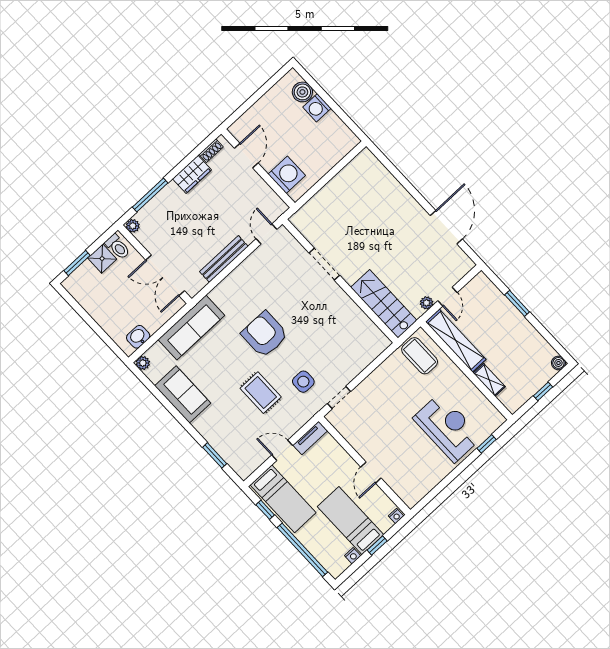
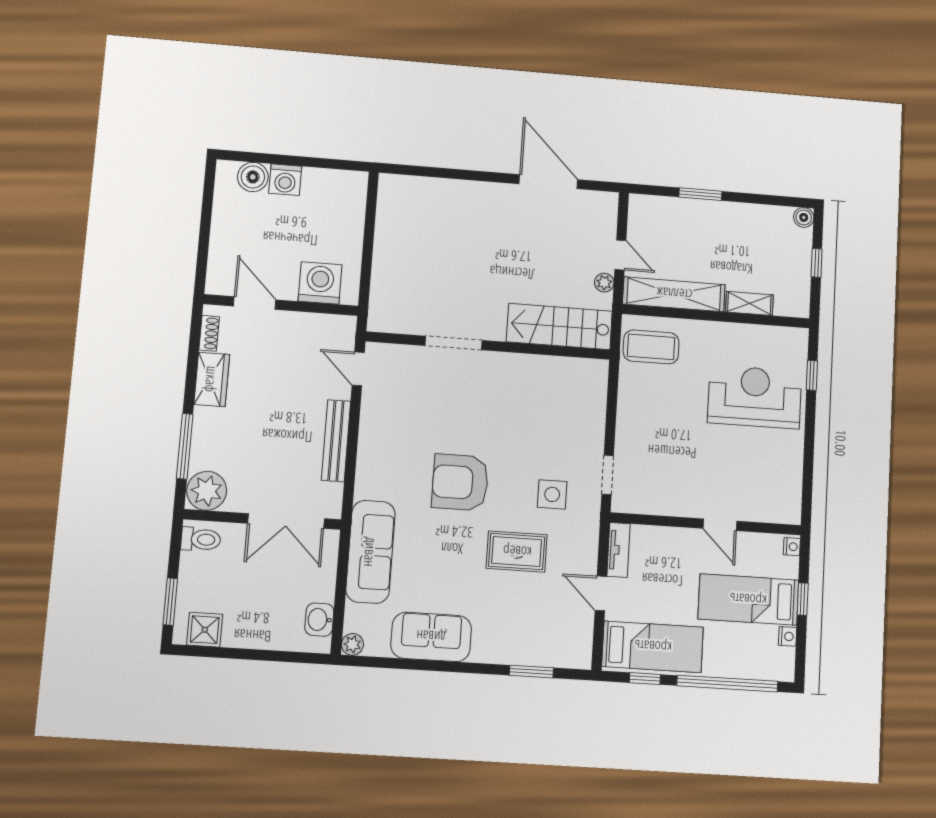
plant: (133, 226) -> (207, 491), width x1.87, depth x1.87
shower: (102, 258) -> (205, 630), moved
door: (282, 450) -> (601, 593), hinge flipped

